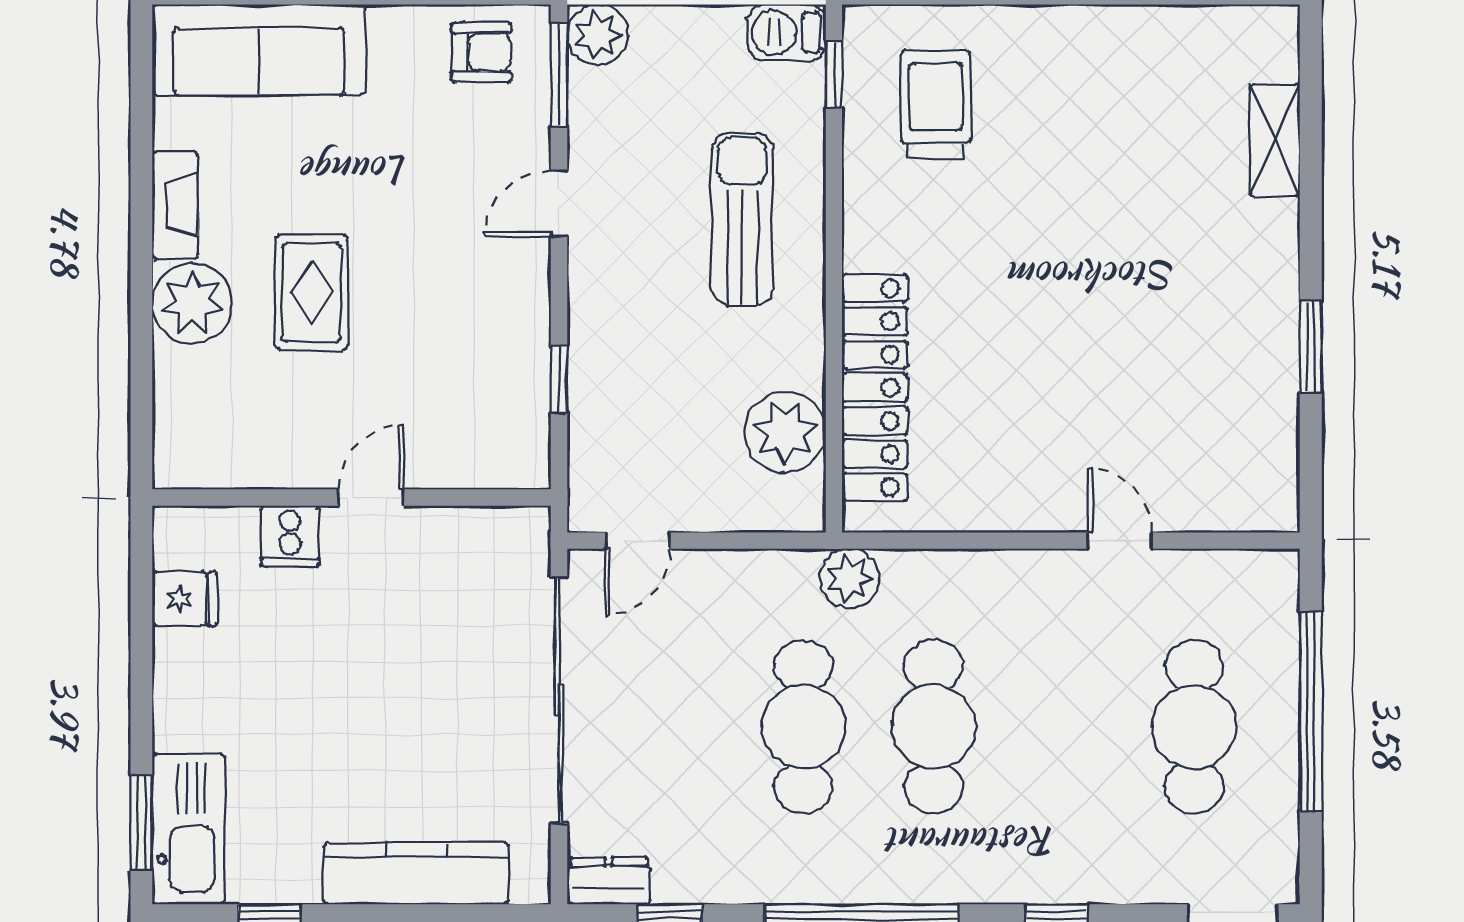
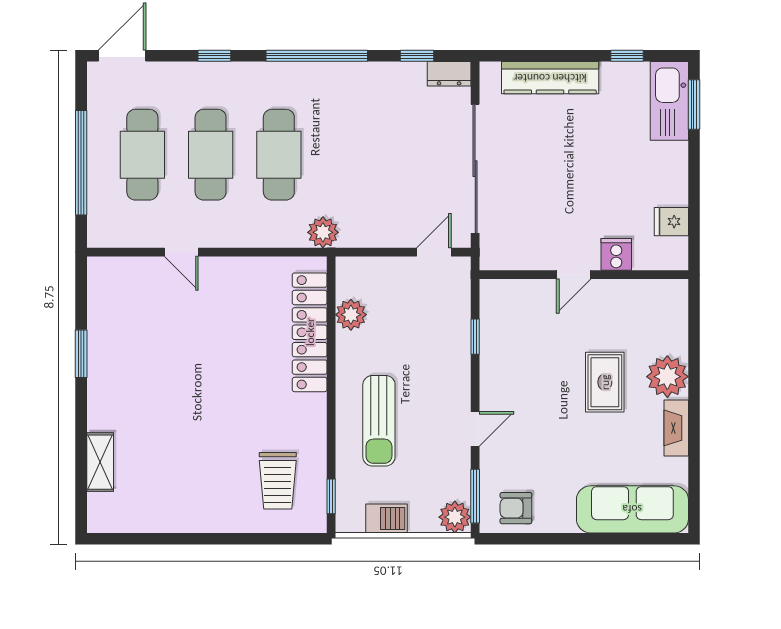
barbecue: (786, 32) -> (387, 518), moved
plant: (785, 432) -> (351, 315), width x0.73, depth x0.73
cafe table: (803, 727) -> (211, 155), moved

